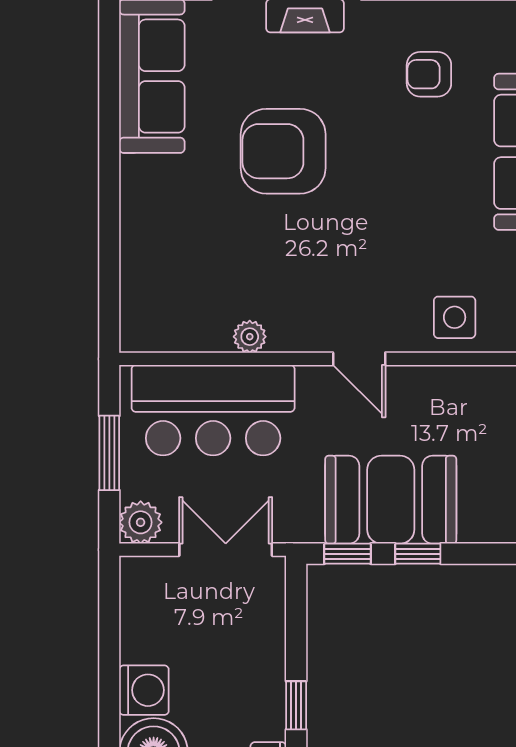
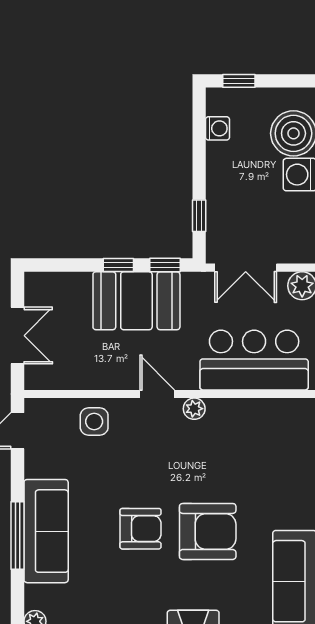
armchair: (429, 74) -> (140, 529), moved, width x1.38, depth x1.38
plant: (250, 337) -> (194, 409), moved
window: (296, 705) -> (199, 216), moved

